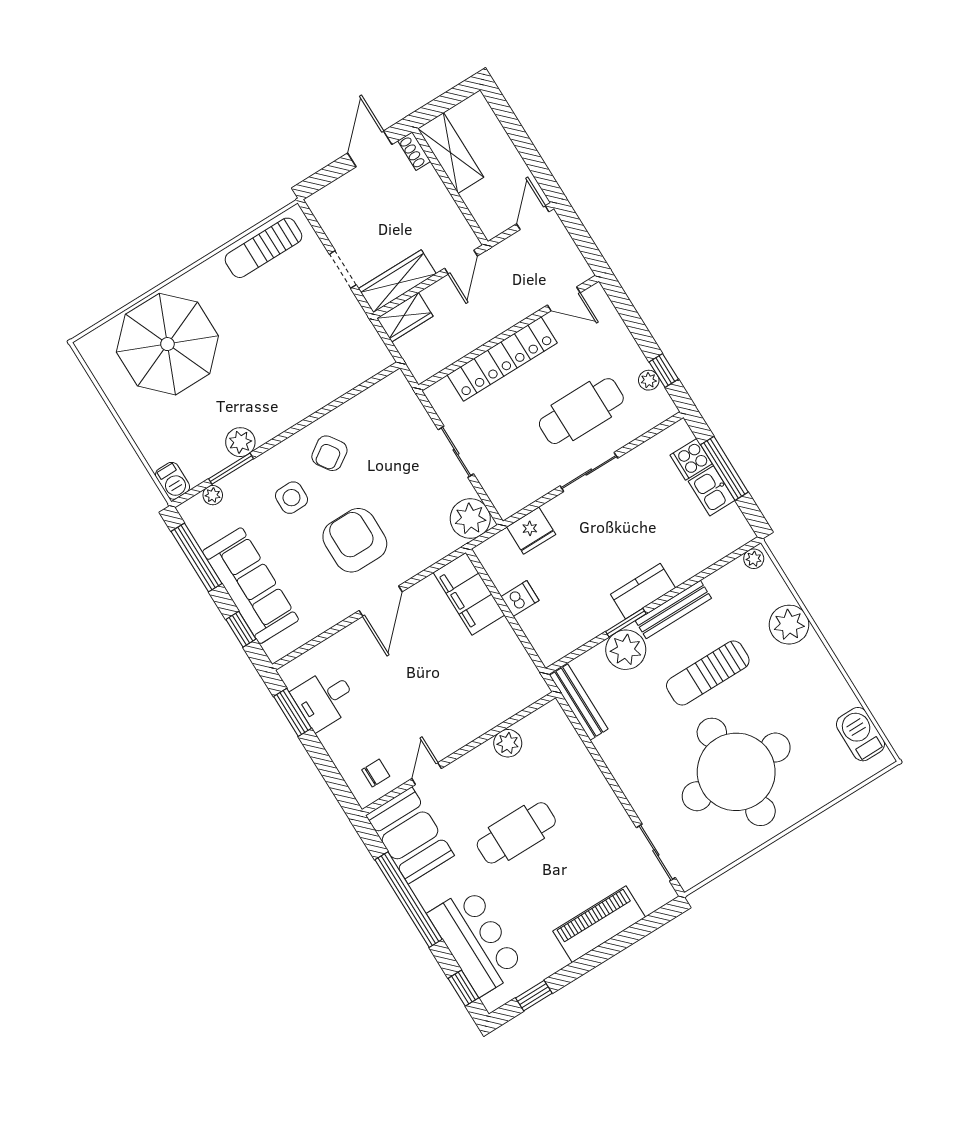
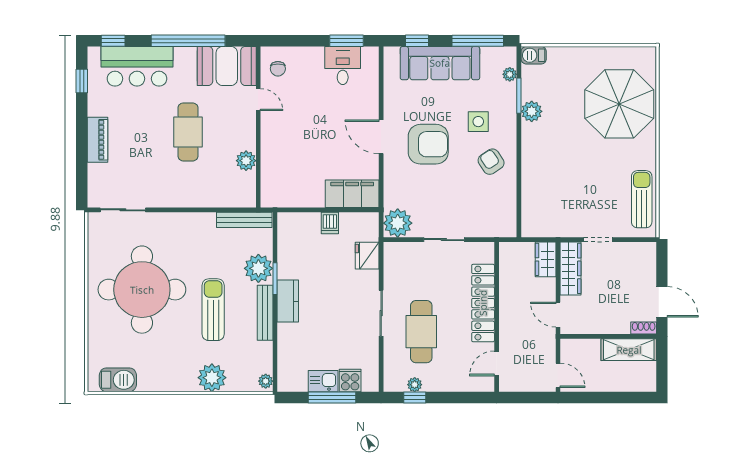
piano: (599, 924) -> (97, 140), width x0.73, depth x0.75

